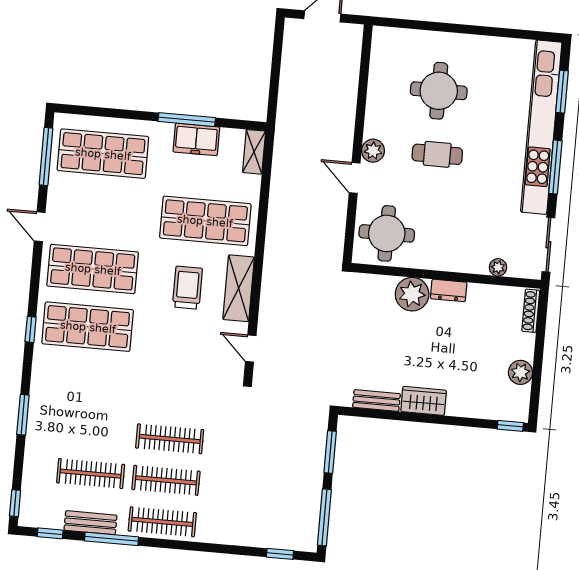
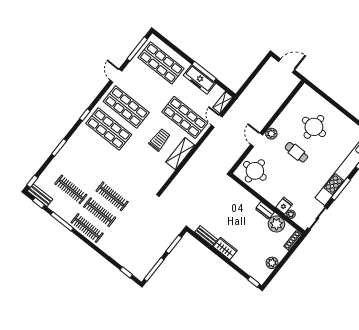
freezer: (196, 139) -> (199, 79), width x1.40
fridge: (477, 260) -> (284, 206), added
plant: (412, 294) -> (276, 224), moved
door: (251, 349) -> (217, 121), moved
bench: (90, 523) -> (40, 195), moved

